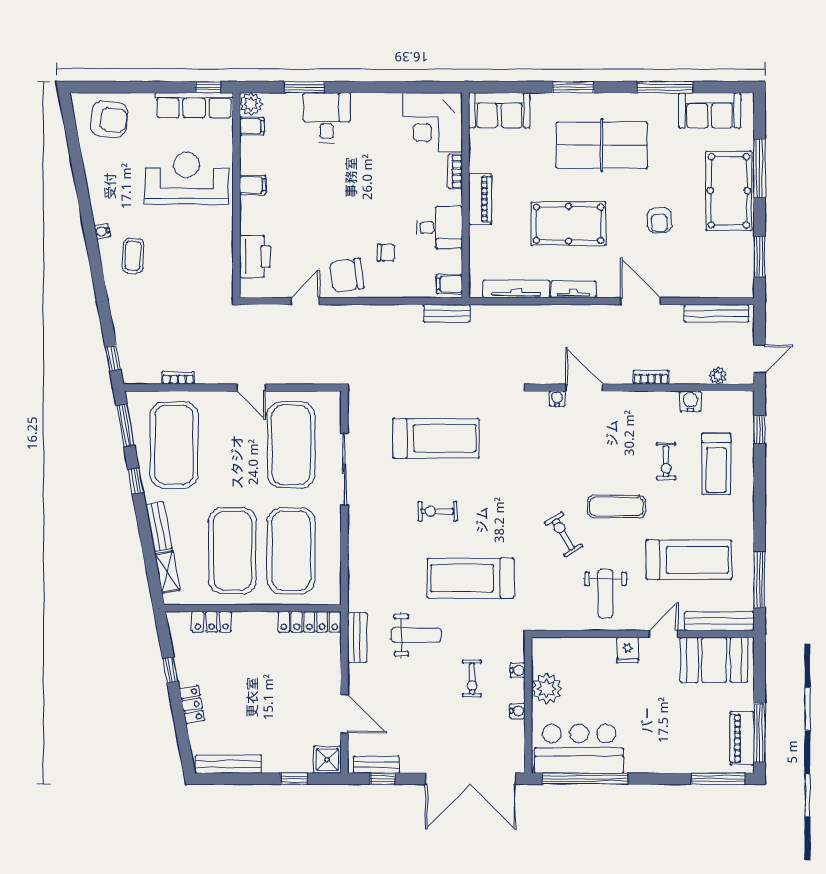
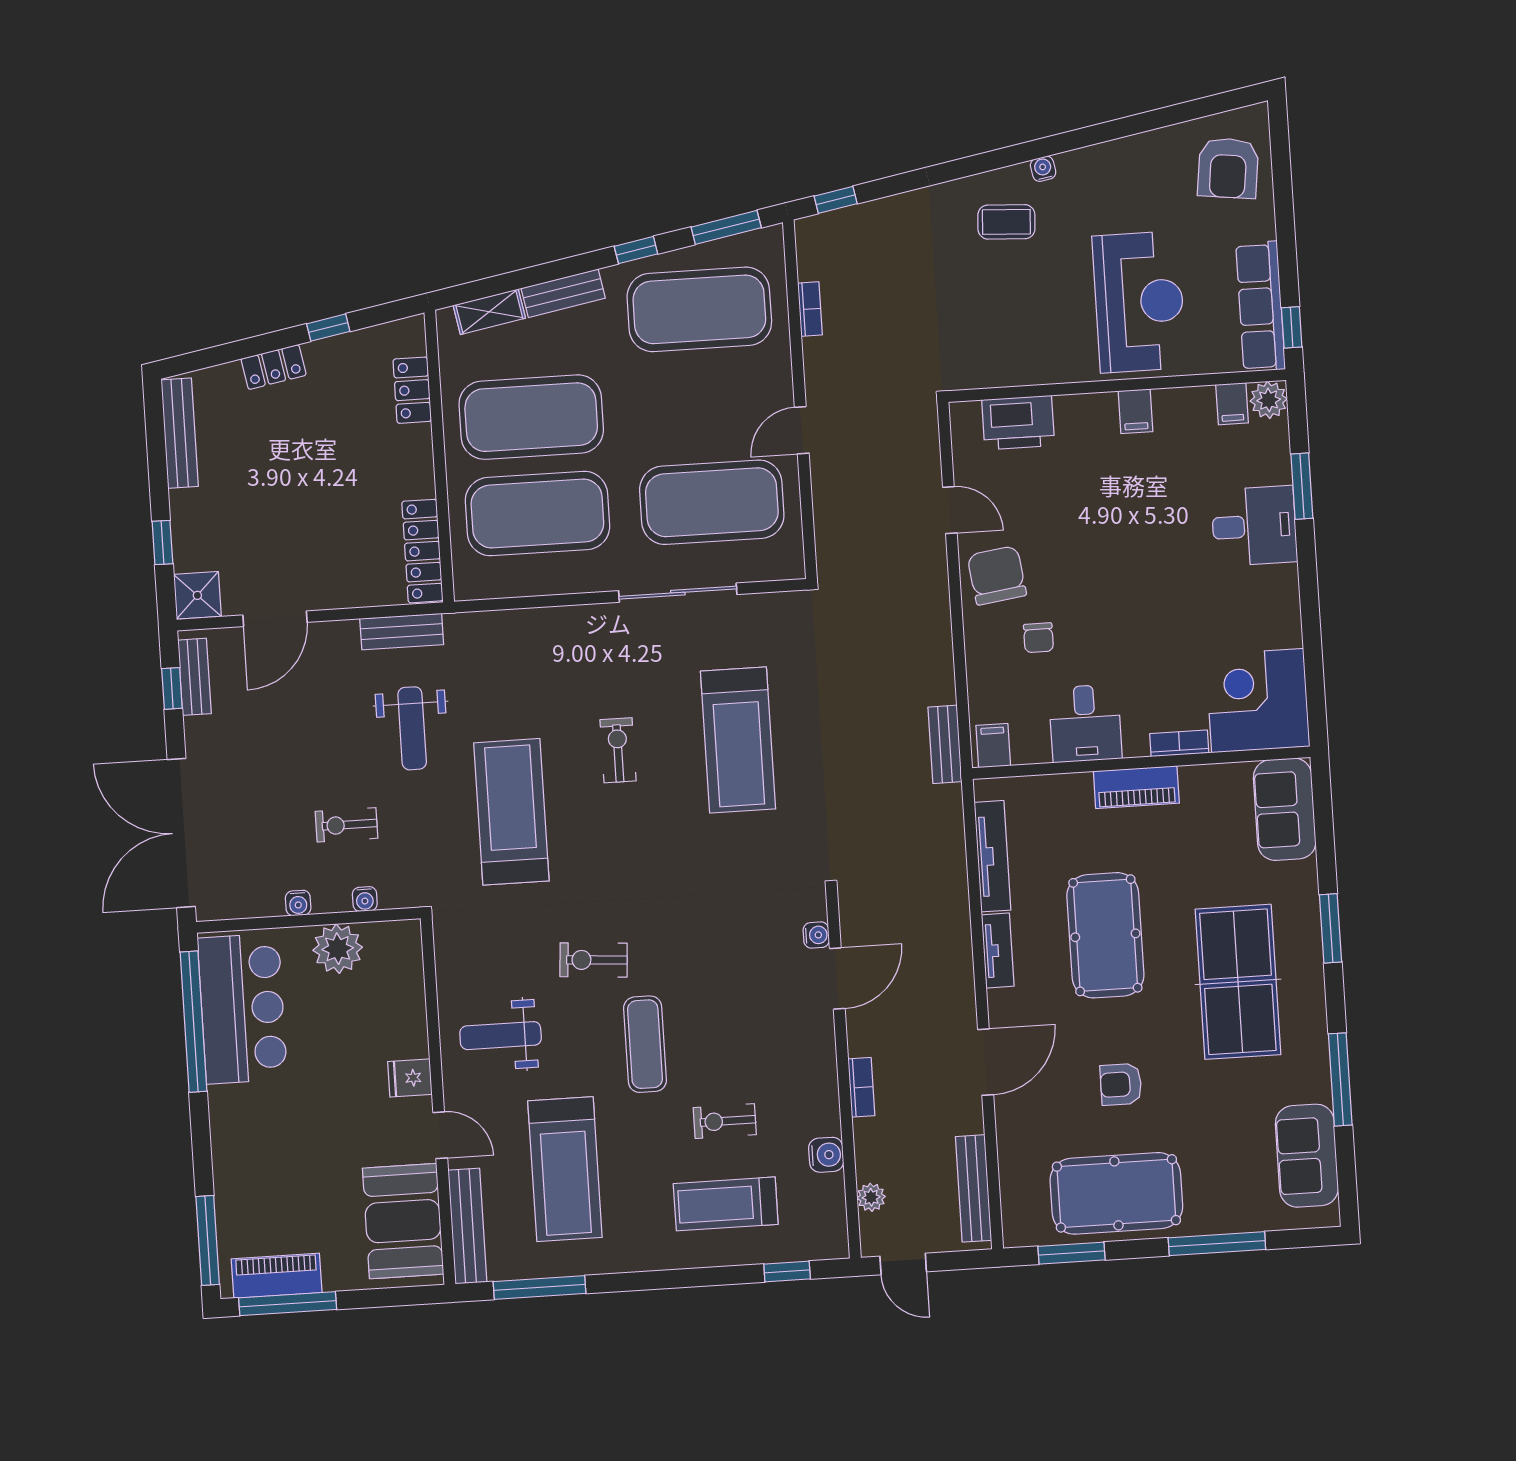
pool table: (729, 191) -> (1116, 1193), moved
exercise bike: (563, 534) -> (594, 960), turned -145

